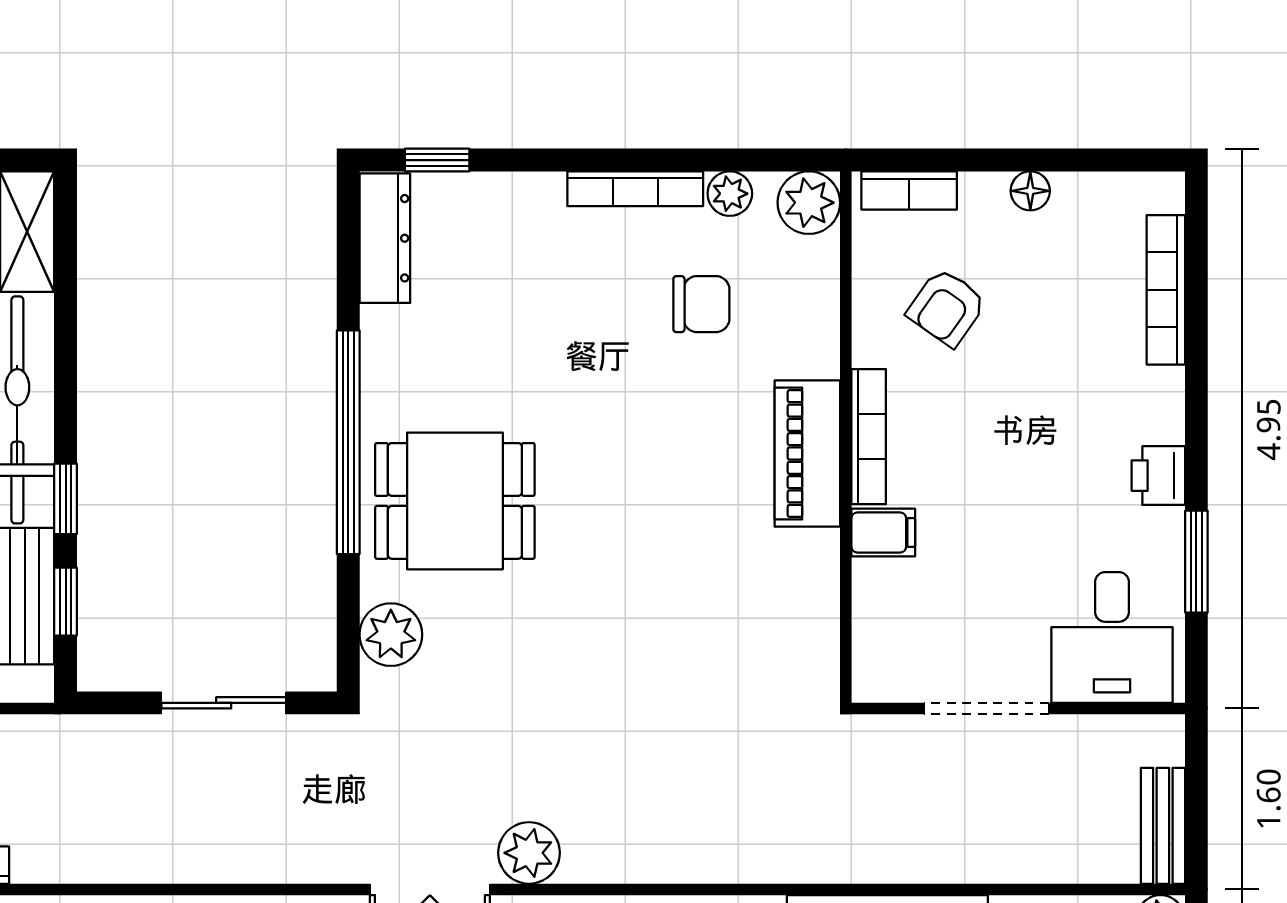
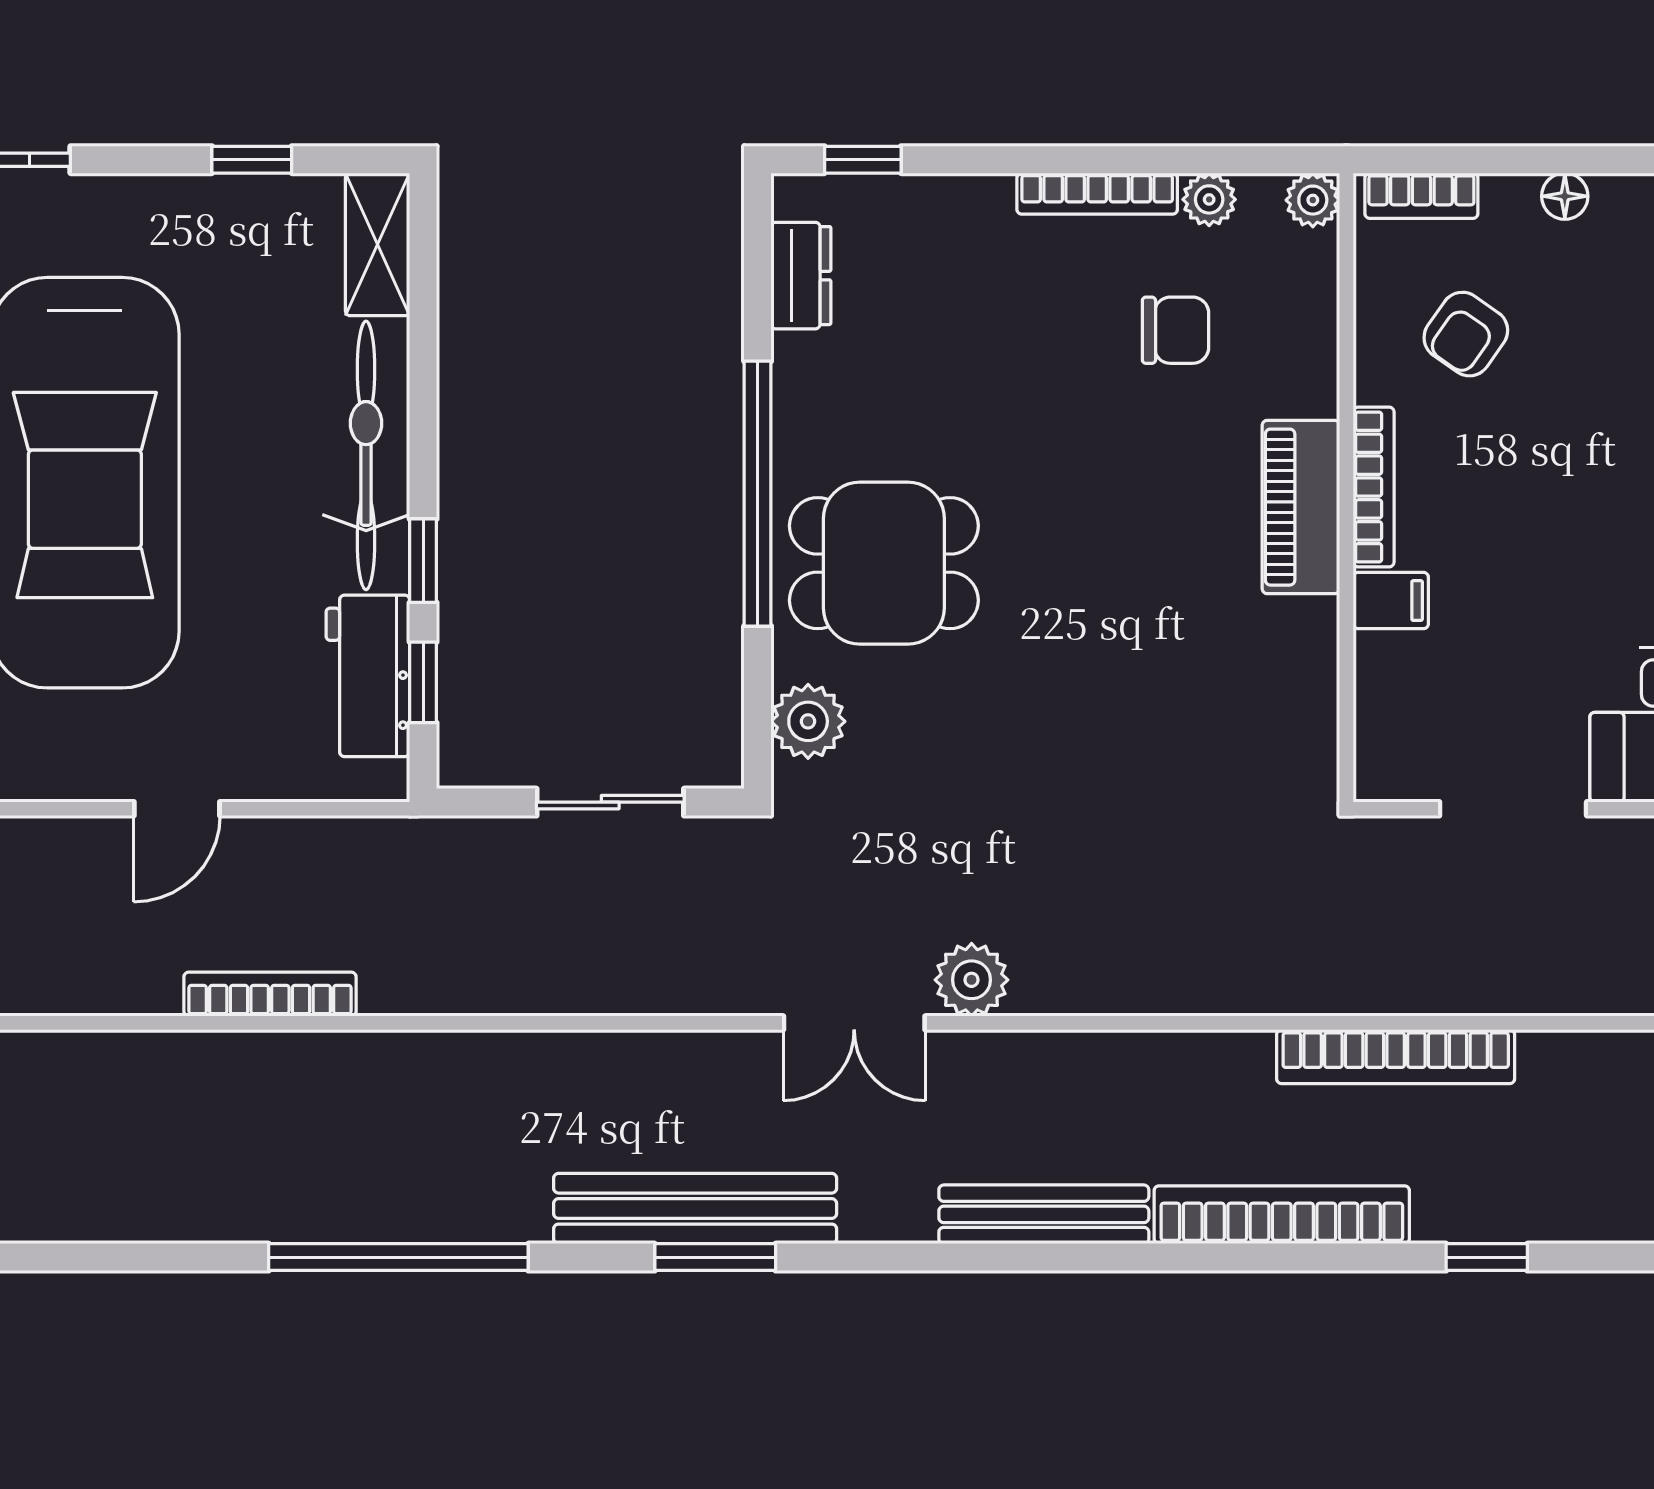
plant: (809, 203) -> (1313, 200), width x0.73, depth x0.73
dresser: (385, 238) -> (801, 276), width x0.70

